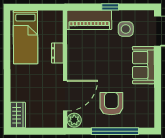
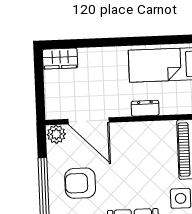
armchair: (111, 104) -> (80, 183), turned 180

